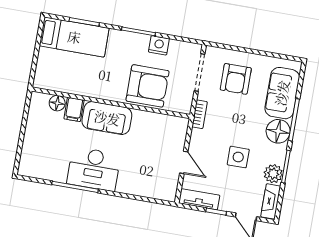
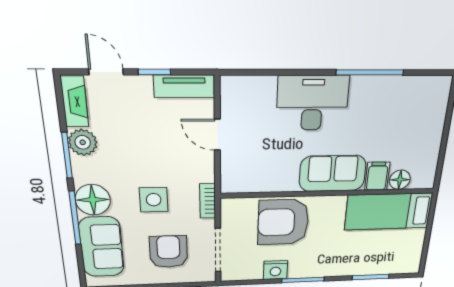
bed: (74, 37) -> (388, 212), moved
side table: (238, 157) -> (154, 200), moved
desk: (94, 169) -> (312, 103), moved

